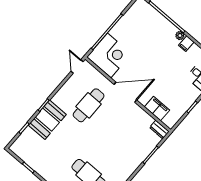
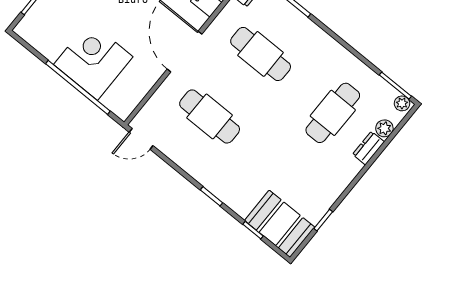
corner desk: (109, 55) -> (93, 61), moved
booth: (47, 120) -> (280, 224), moved
cafe table: (123, 135) -> (261, 54), added

